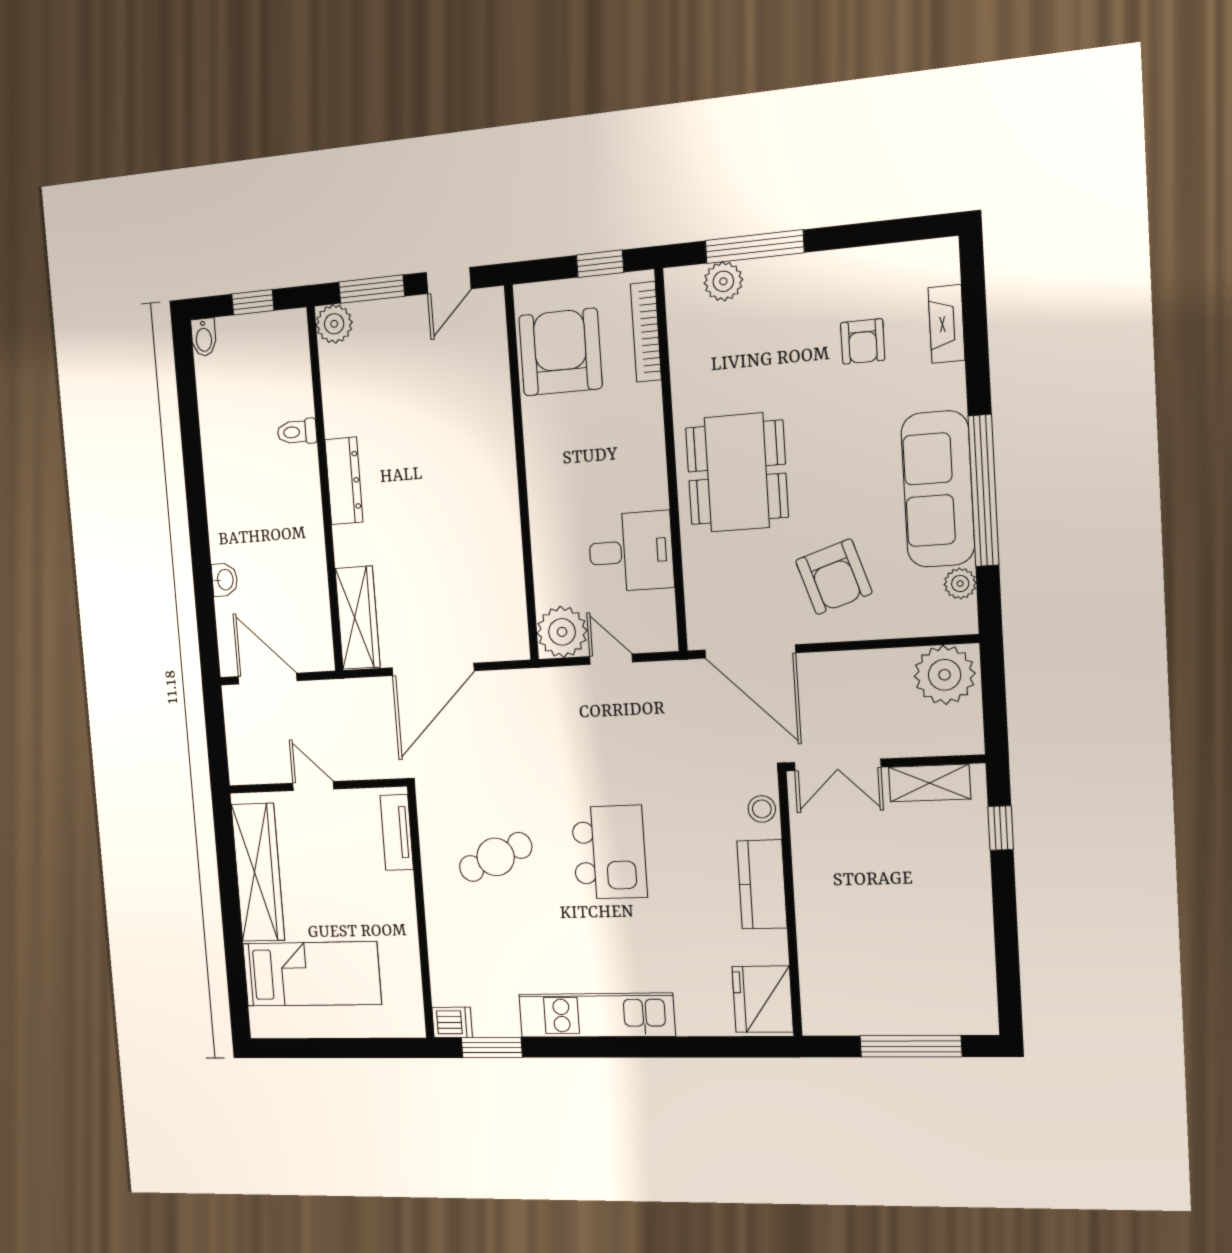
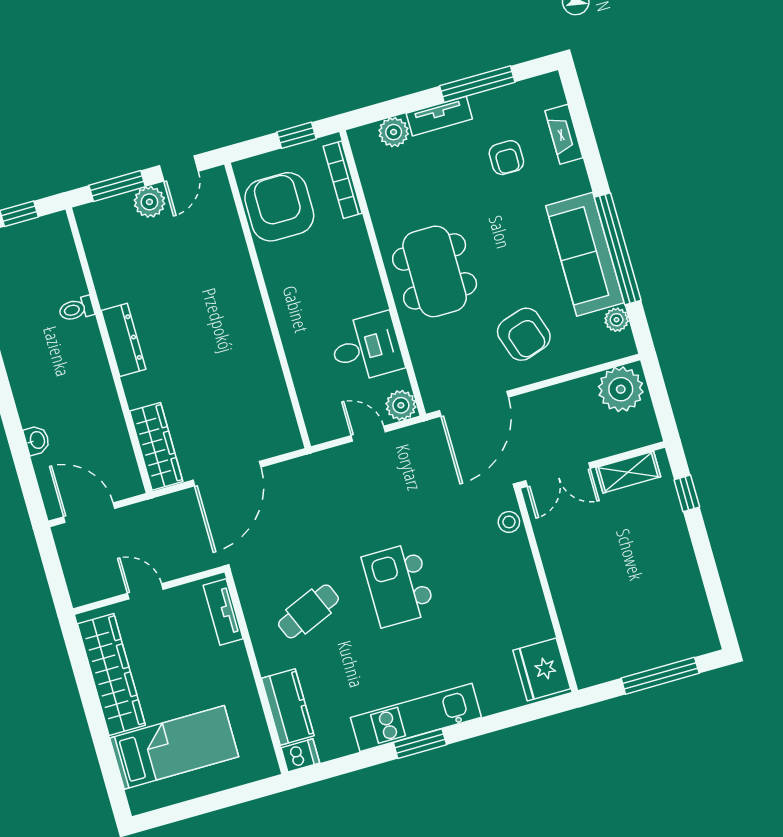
window: (755, 247) -> (477, 84), moved
tv unit: (787, 271) -> (439, 116), added
plant: (334, 324) -> (149, 202), moved
plant: (562, 632) -> (401, 405), moved, width x0.73, depth x0.73
door: (750, 651) -> (474, 404), hinge flipped
kitchen island: (609, 852) -> (399, 585), turned 180
kitchen counter: (762, 884) -> (288, 707), moved, turned 180
window: (492, 1048) -> (420, 744), moved

